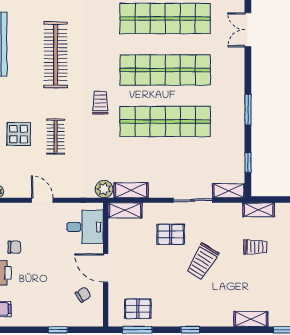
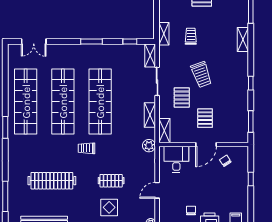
shelving: (131, 190) -> (150, 115), moved
trolley: (202, 262) -> (201, 75), turned 39
pallet: (138, 309) -> (205, 118), moved

